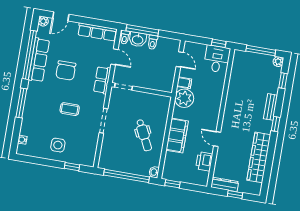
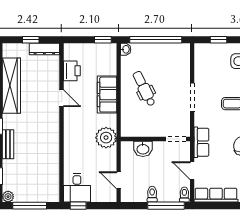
washbasin: (138, 39) -> (143, 149), moved, turned 180
filing cabinet: (184, 83) -> (109, 155), removed

